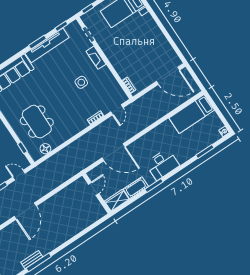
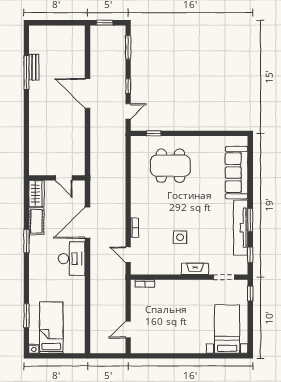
door: (168, 76) -> (128, 330), width x0.53
bed: (192, 114) -> (51, 328), moved
floor lamp: (45, 149) -> (137, 156), removed
desk: (162, 164) -> (72, 259), moved, turned 180

